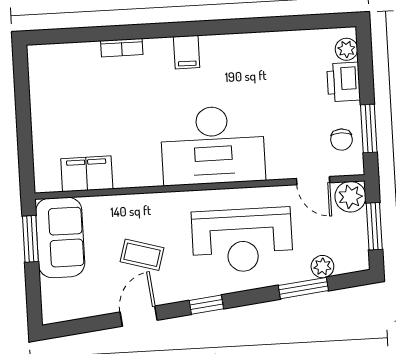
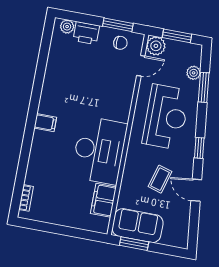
bookcase: (122, 48) -> (26, 198), moved
desk: (213, 145) -> (99, 150), moved

